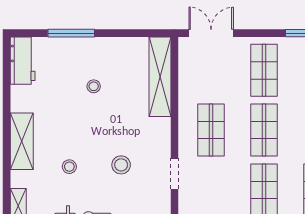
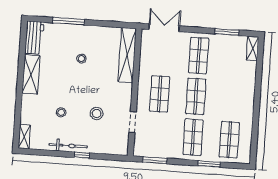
shelving: (22, 141) -> (31, 74), moved

